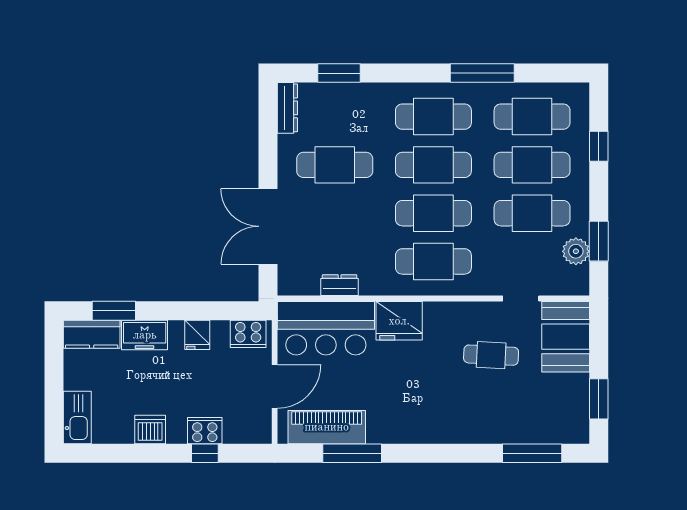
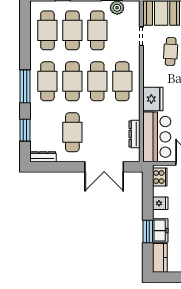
window: (482, 73) -> (25, 86), moved
dresser: (340, 285) -> (134, 134), width x1.44
window: (114, 311) -> (148, 231), moved

